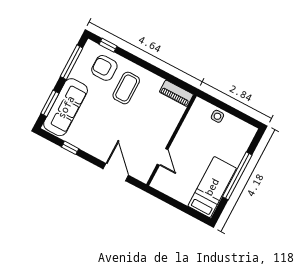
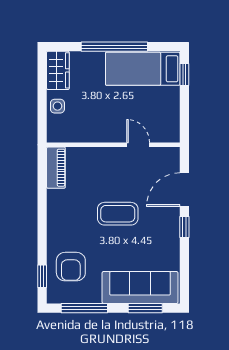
coffee table: (126, 88) -> (118, 214), moved
wardrobe: (241, 129) -> (58, 70), added
window: (70, 148) -> (184, 227), moved
door: (163, 157) -> (138, 145), hinge flipped
window: (193, 213) -> (184, 75), added

